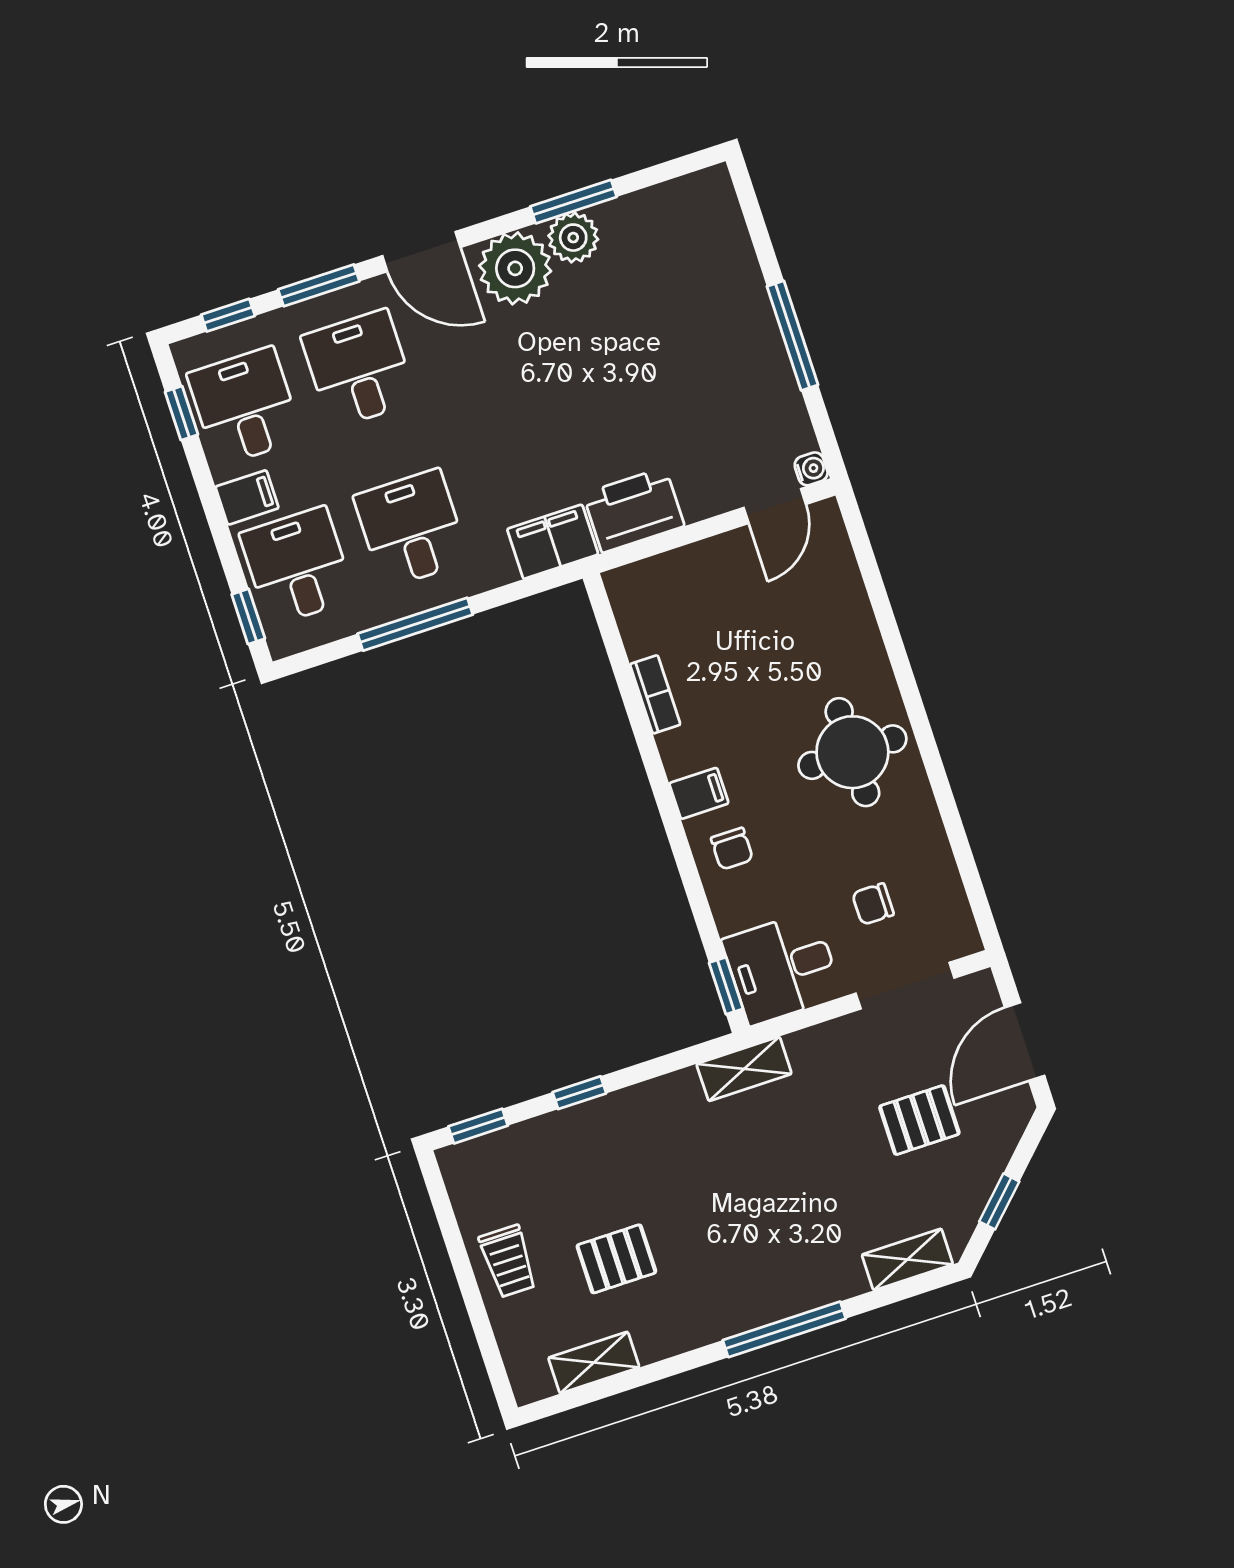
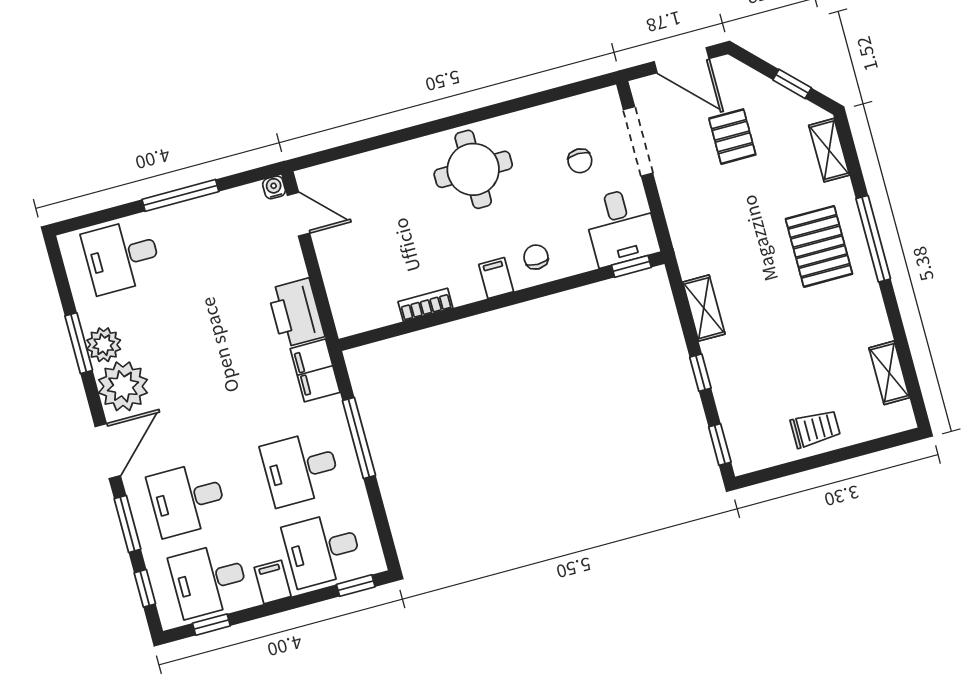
desk: (701, 256) -> (122, 256), added
window: (415, 624) -> (359, 438), moved
chair: (732, 849) -> (536, 257), turned -90
shelving: (744, 1069) -> (704, 308), moved
pallet: (616, 1259) -> (819, 246), moved, width x1.50, depth x1.42

